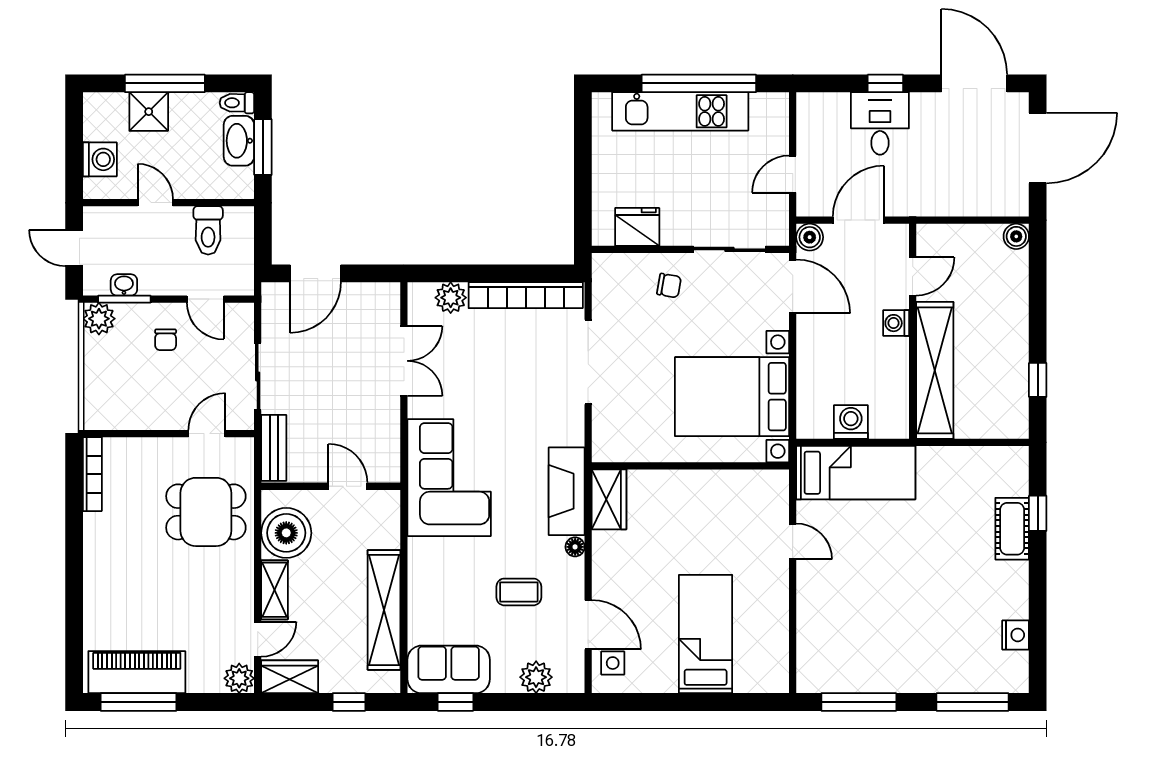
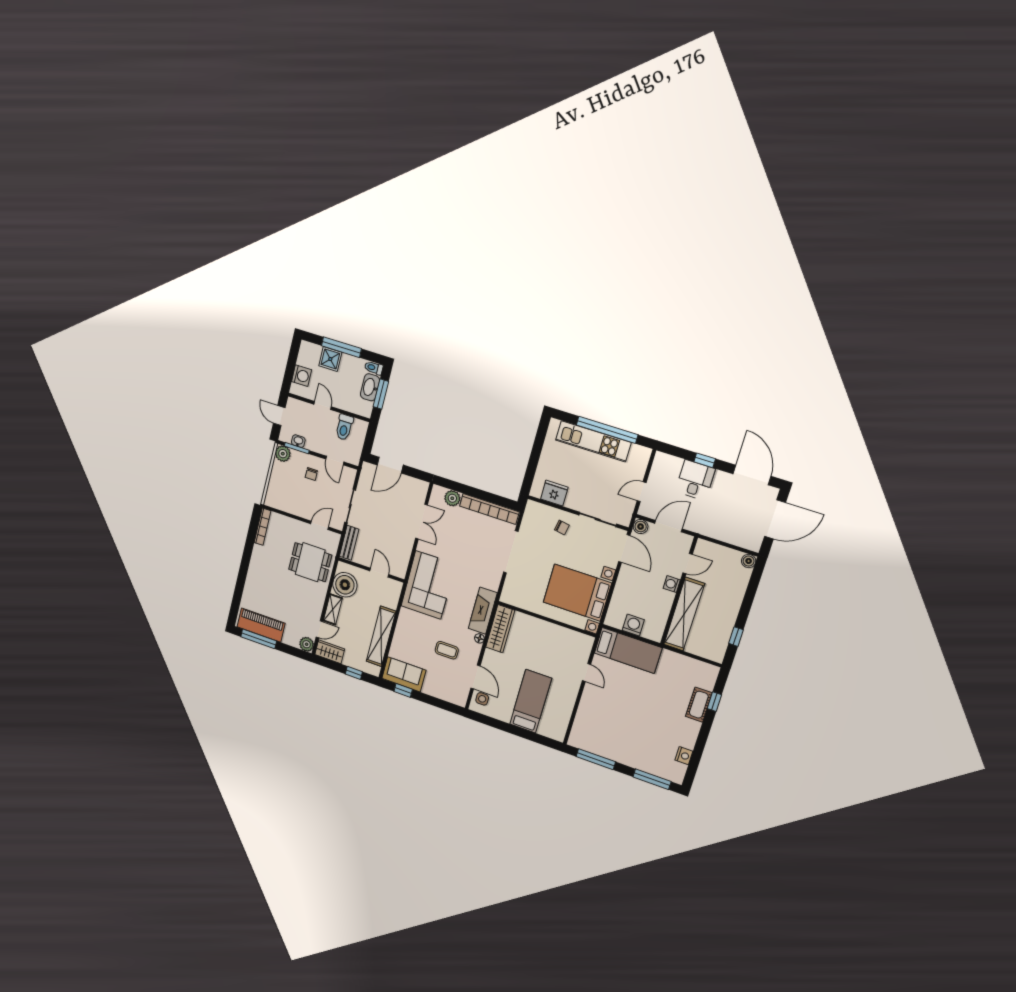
wardrobe: (609, 499) -> (500, 629), width x1.50
plant: (536, 677) -> (444, 692), removed

